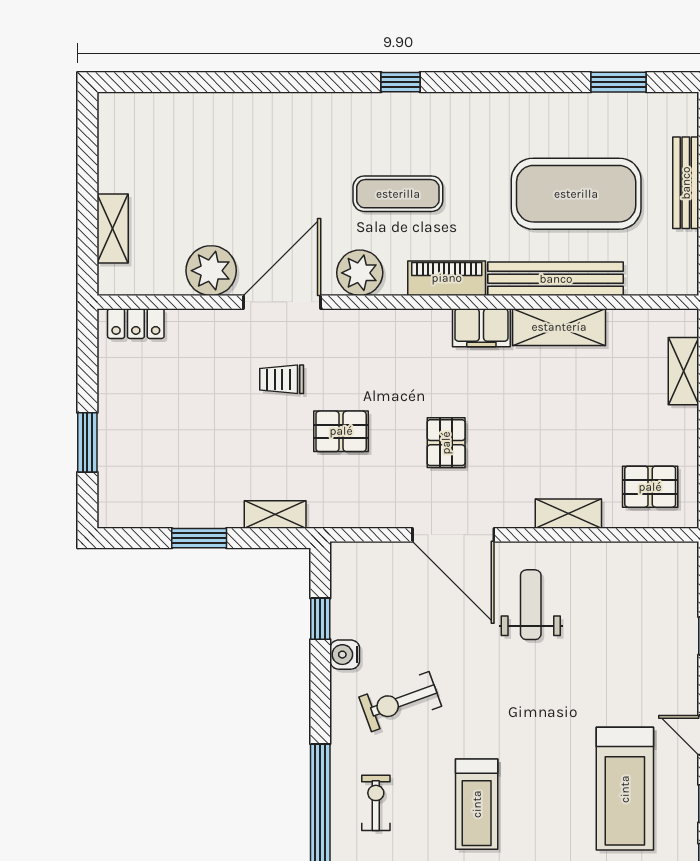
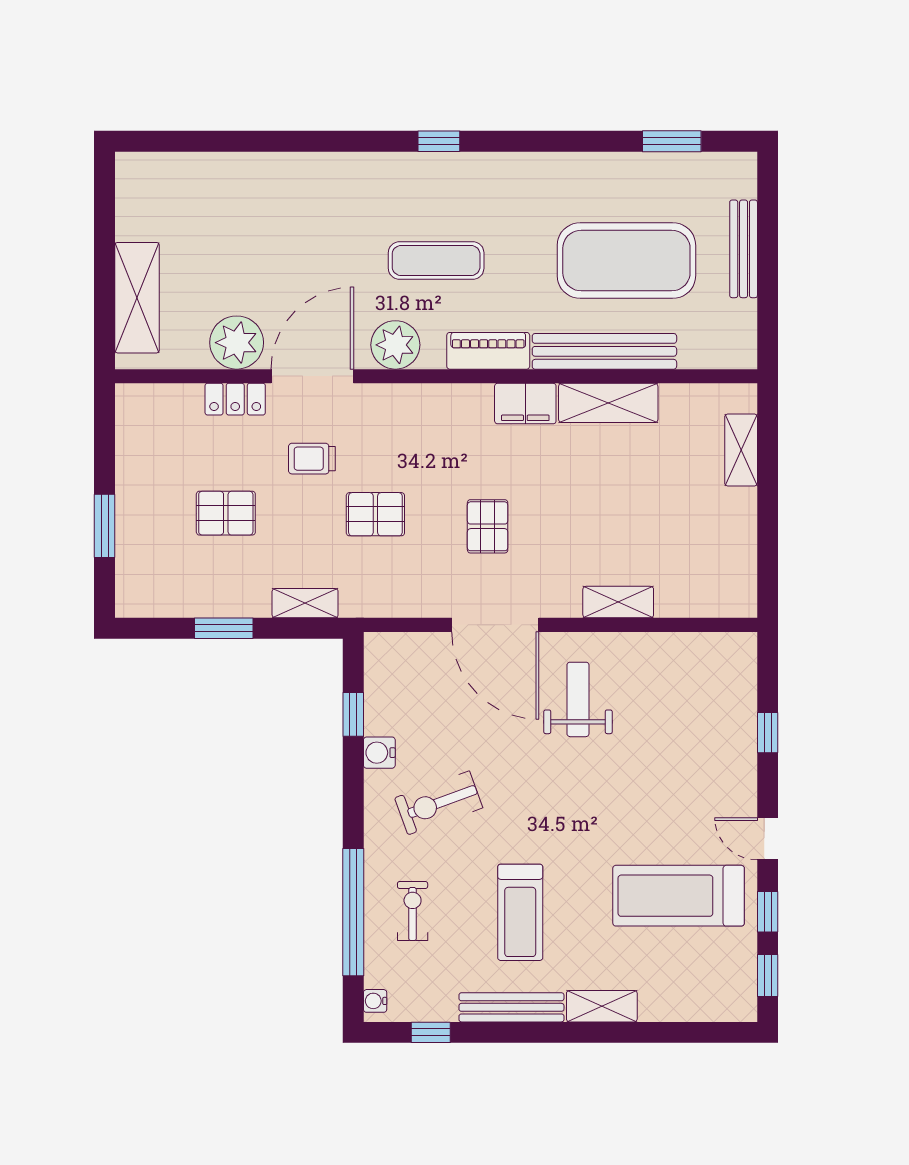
shelving: (113, 229) -> (137, 298), width x1.50, depth x1.33
locker: (136, 324) -> (235, 399), moved
pallet: (650, 487) -> (226, 513), moved
treadmill: (625, 789) -> (679, 896), turned 90

